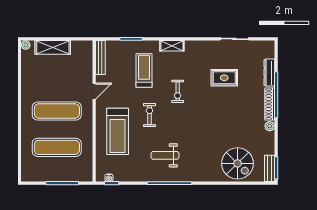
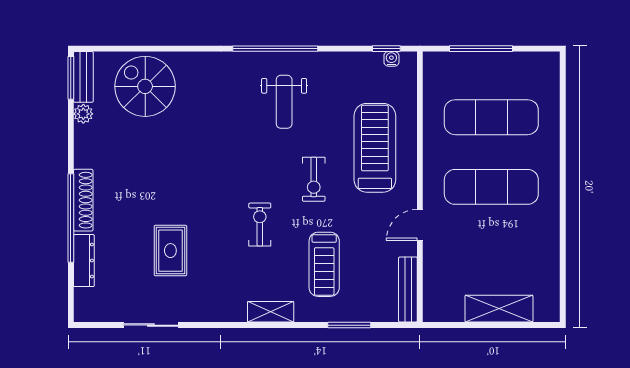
plant: (26, 45) -> (551, 313), removed
rug: (224, 78) -> (170, 251), turned 90
plant: (270, 126) -> (83, 114), moved
weight bench: (165, 155) -> (284, 102), turned 90

